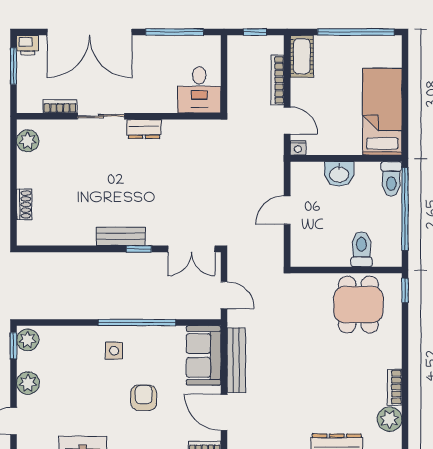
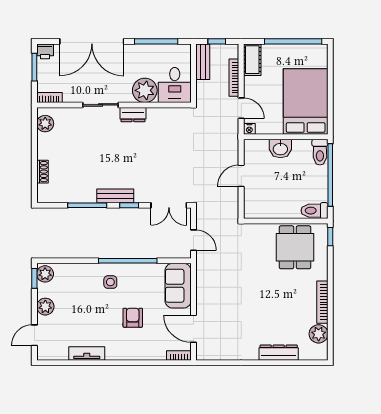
plant: (160, 97) -> (145, 90), added
bookcase: (60, 106) -> (49, 98), moved
bed: (382, 112) -> (306, 102), width x1.50
window: (83, 249) -> (87, 205), added
toilet: (361, 249) -> (314, 211), moved, turned -90
bench: (236, 360) -> (203, 62), moved, width x0.73
bookcase: (395, 387) -> (322, 302), width x1.56

